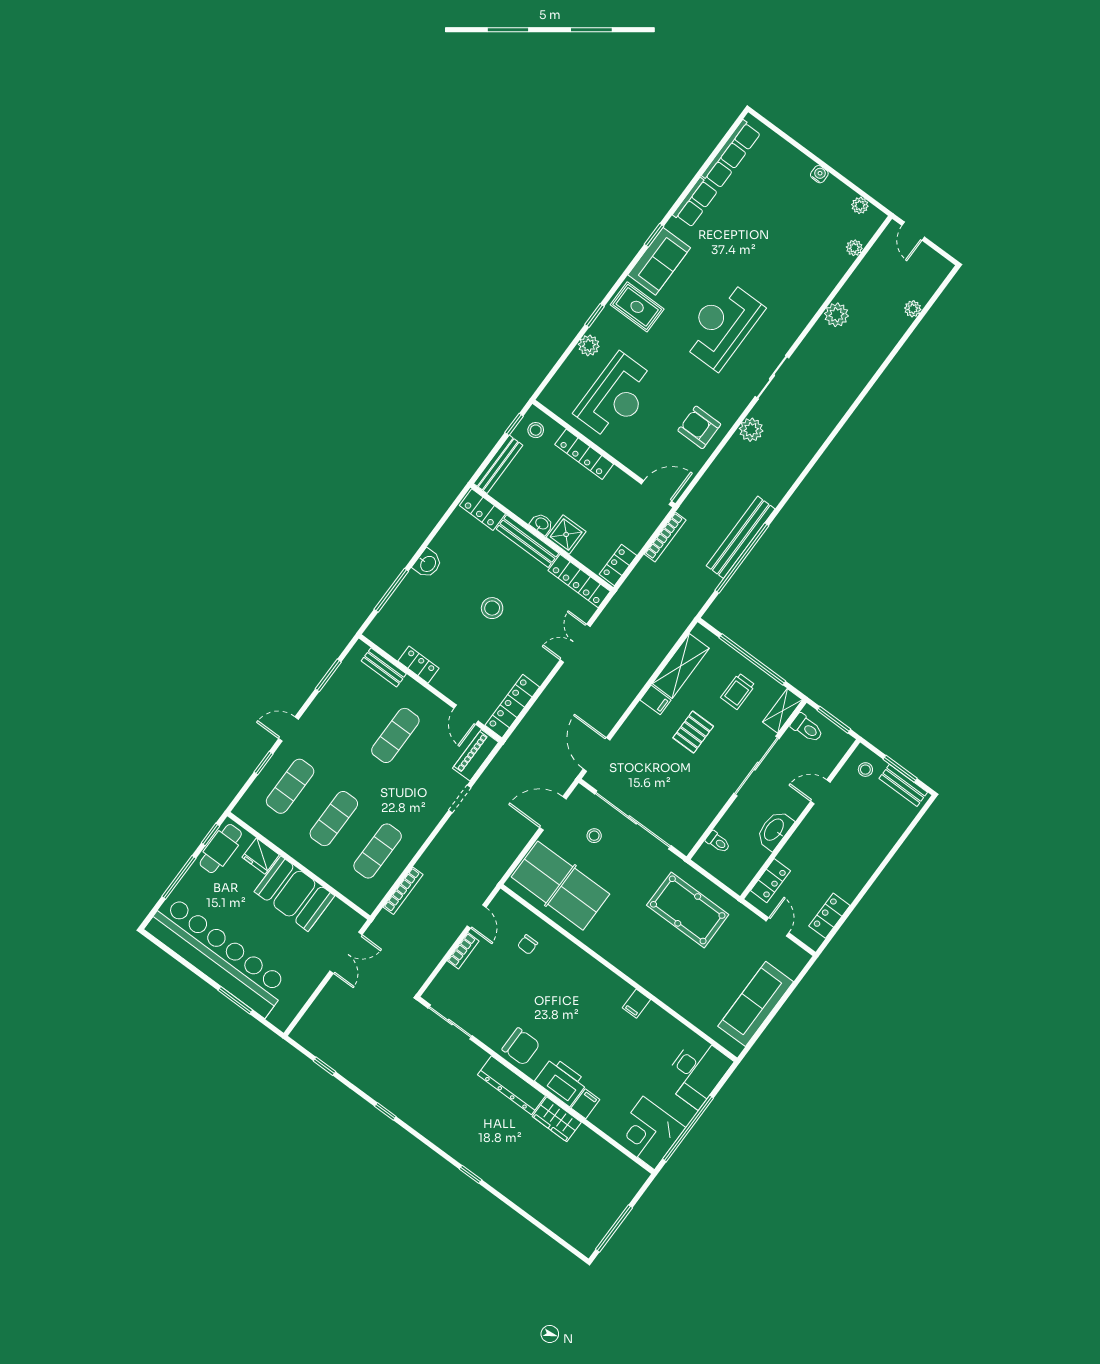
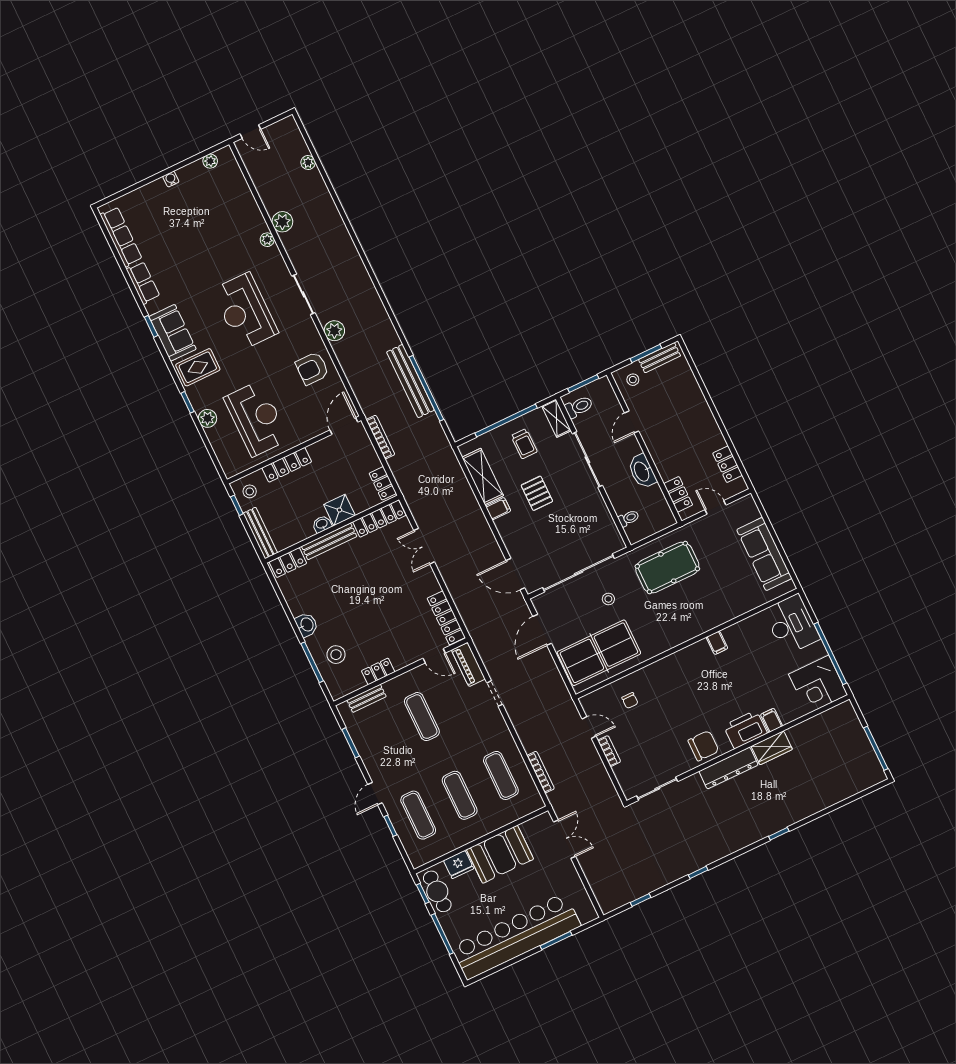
plant: (854, 248) -> (267, 240), moved
stool: (492, 608) -> (336, 655), moved
stool: (594, 836) -> (608, 599), moved

